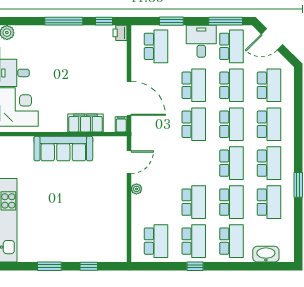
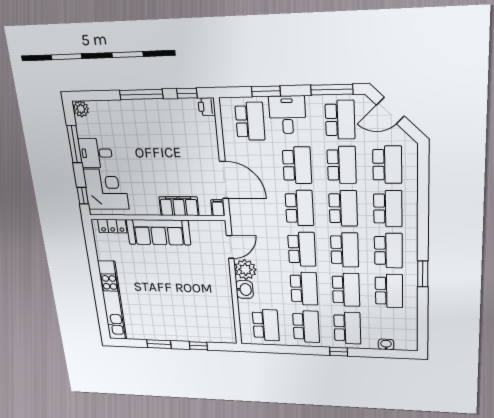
desk: (201, 41) -> (287, 115), moved
locker: (20, 143) -> (112, 226), added
school desk: (194, 163) -> (302, 249), added
plant: (136, 189) -> (245, 269), width x1.88, depth x1.88
washbasin: (139, 205) -> (244, 289), added
washbasin: (266, 254) -> (386, 344), width x0.52, depth x0.69
window: (195, 266) -> (339, 352), moved

